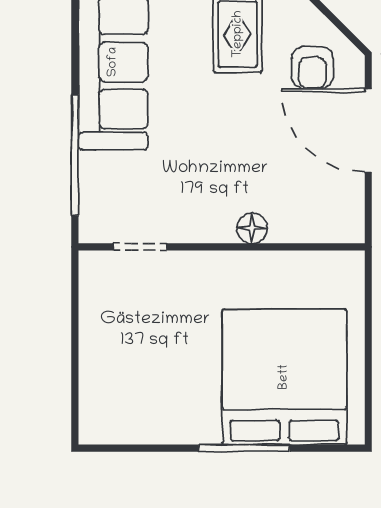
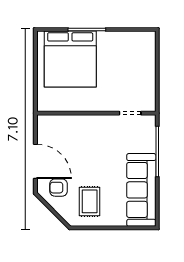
armchair: (312, 68) -> (59, 188), turned -90
floor lamp: (252, 228) -> (84, 121), removed

